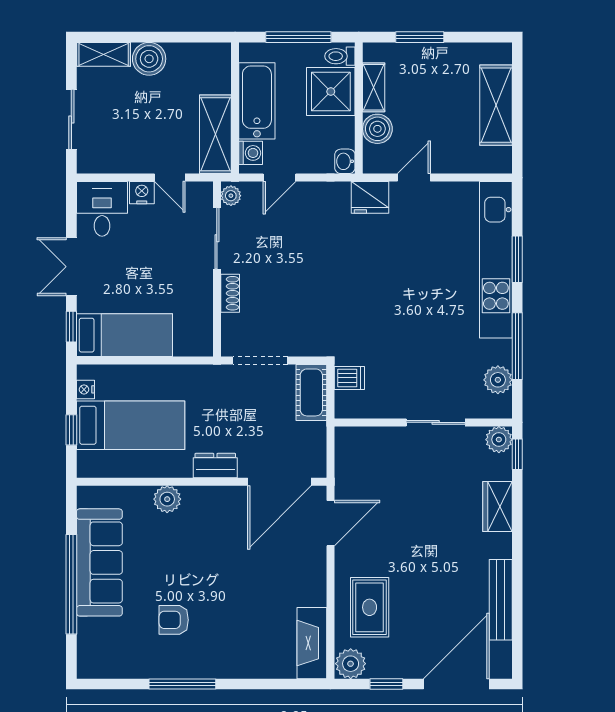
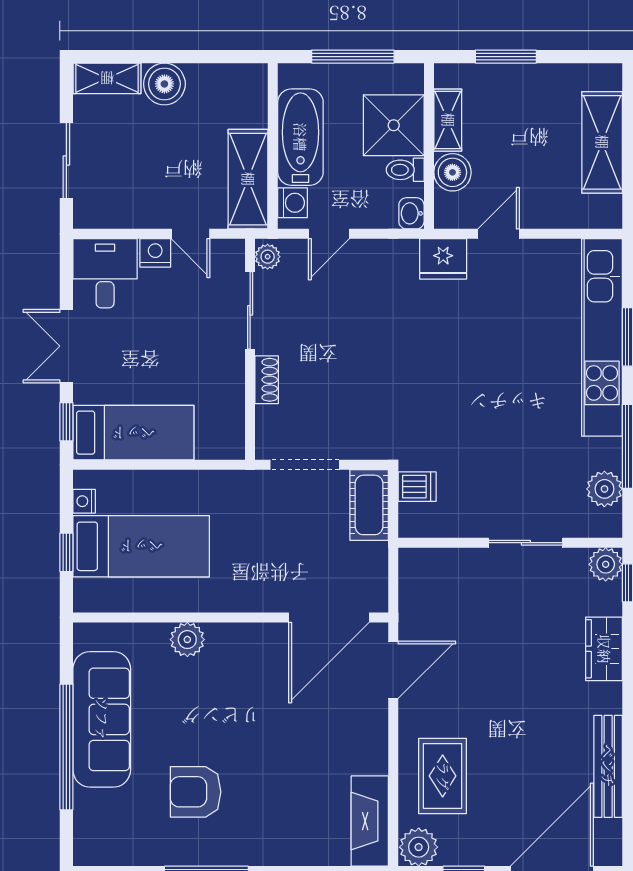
toilet: (340, 56) -> (405, 170), moved
dresser: (215, 466) -> (248, 597), removed
armchair: (174, 620) -> (196, 792), width x1.38, depth x1.38

